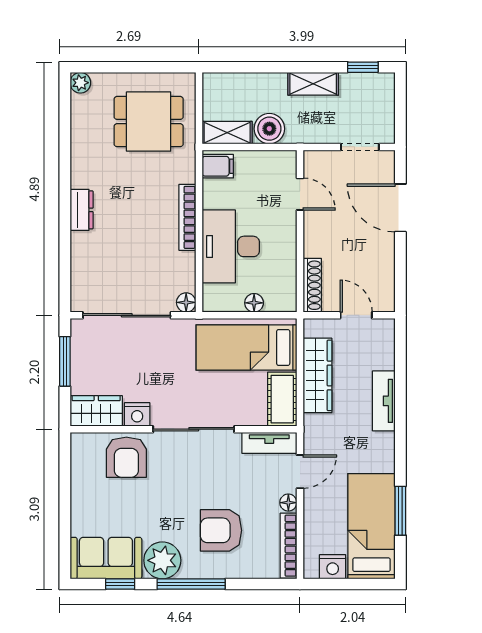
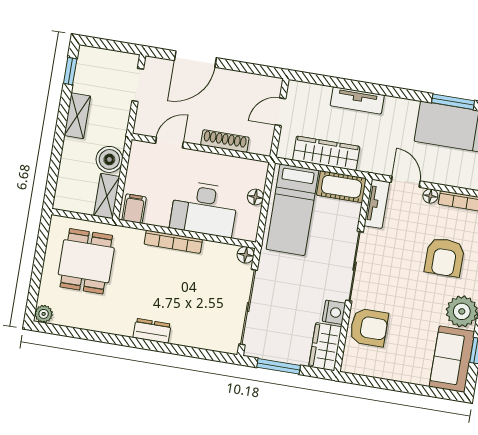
shoe rack: (312, 285) -> (225, 141), moved

